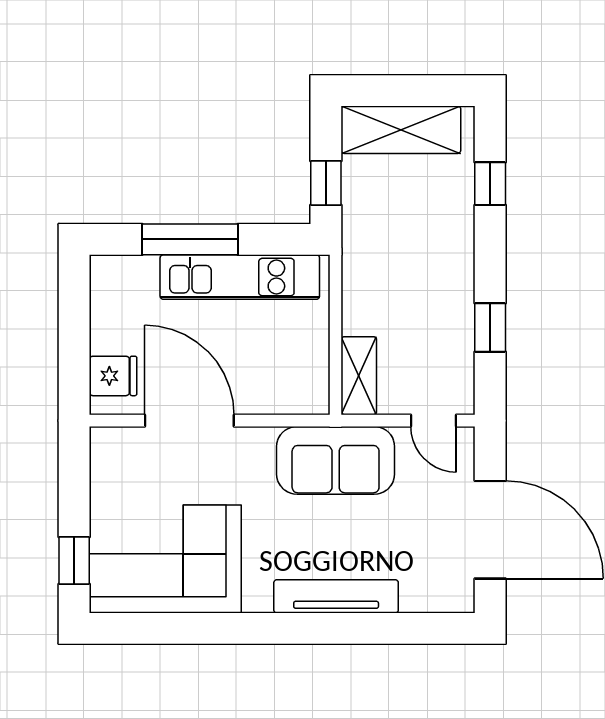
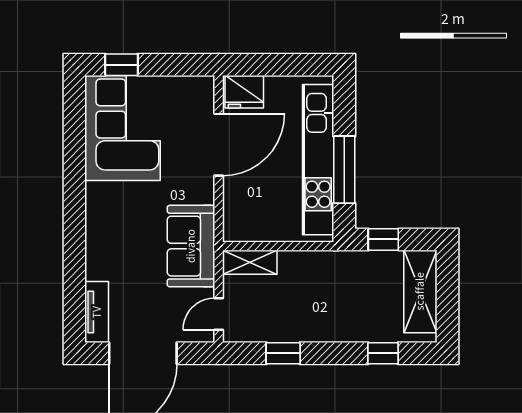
window: (190, 239) -> (344, 170), moved
kitchen unit: (240, 277) -> (318, 160), width x1.36
fridge: (113, 376) -> (244, 92), width x1.38
tv unit: (336, 596) -> (97, 312), moved, width x0.71

